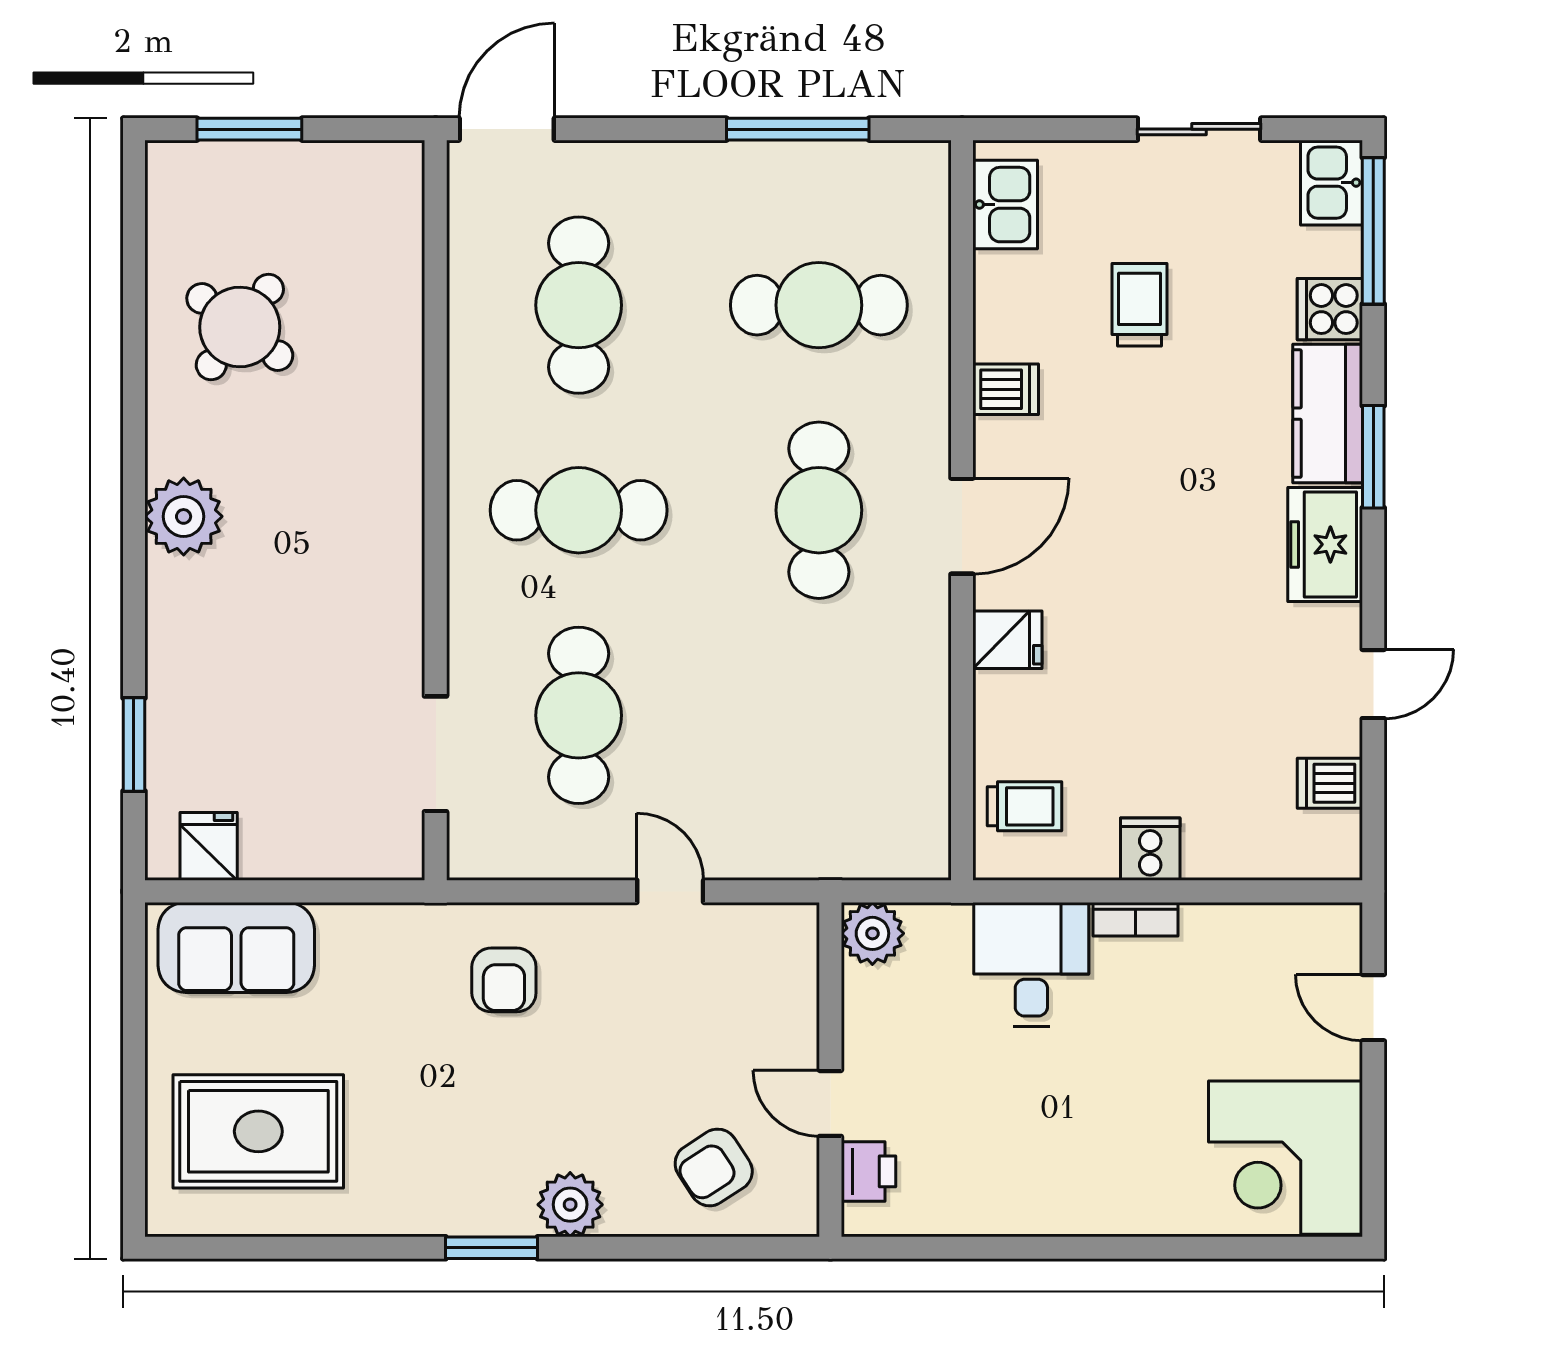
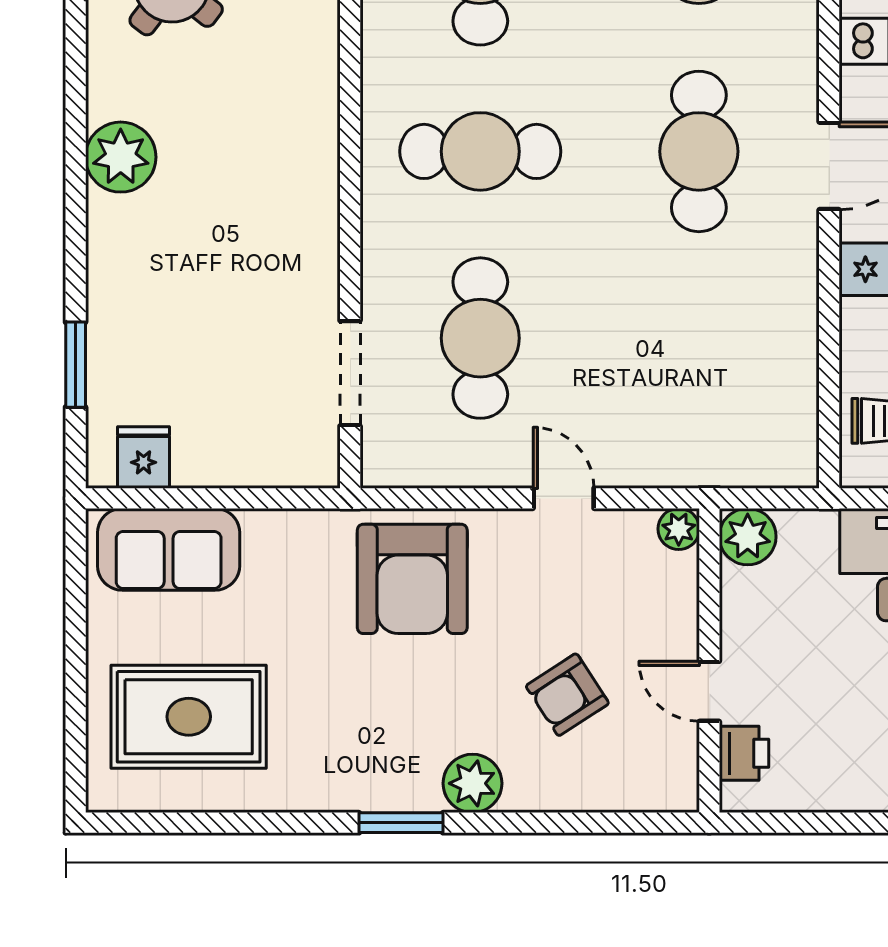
plant: (797, 925) -> (679, 529), added
armchair: (504, 980) -> (412, 579), width x1.88, depth x1.88
armchair: (714, 1167) -> (567, 695), moved

